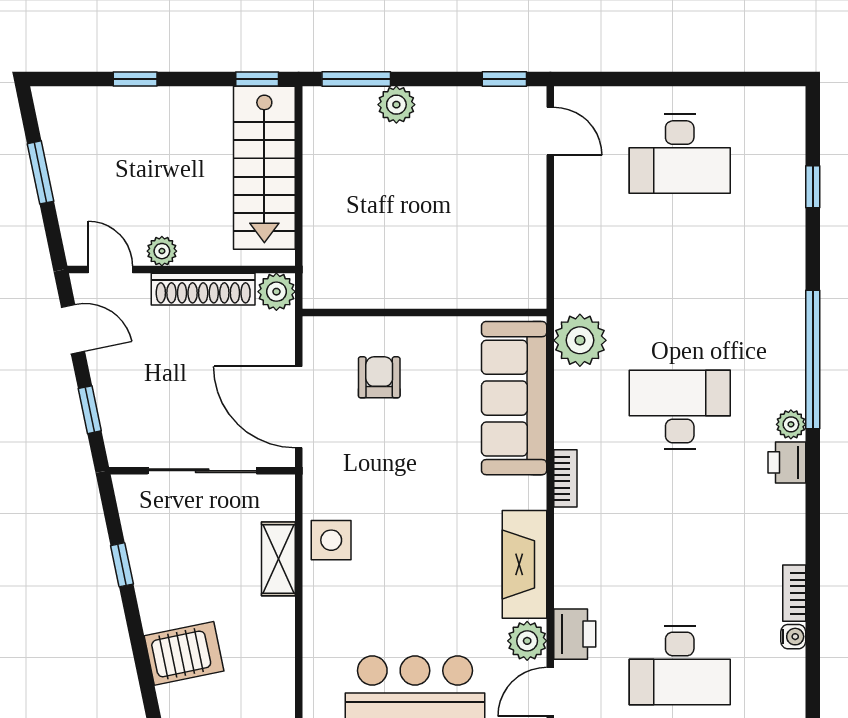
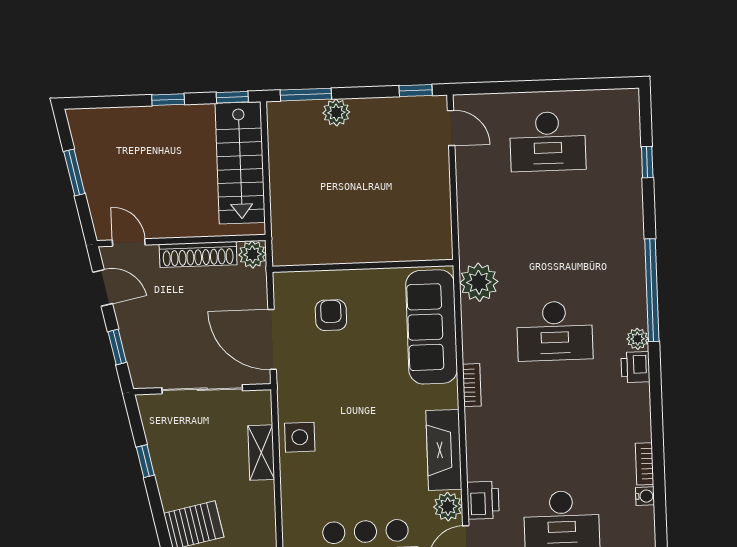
window: (135, 79) -> (168, 100), moved
plant: (162, 251) -> (166, 227), removed
desk: (680, 410) -> (555, 331), turned 180

